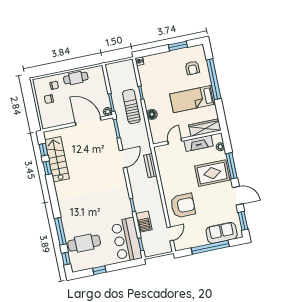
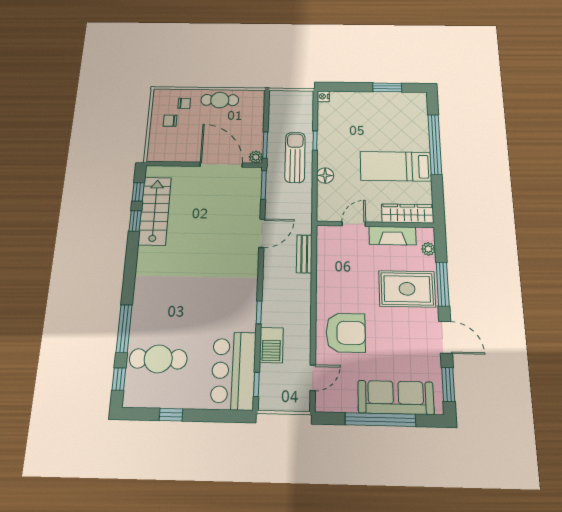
armchair: (192, 68) -> (404, 122), removed
sofa: (222, 233) -> (396, 397), width x1.36

